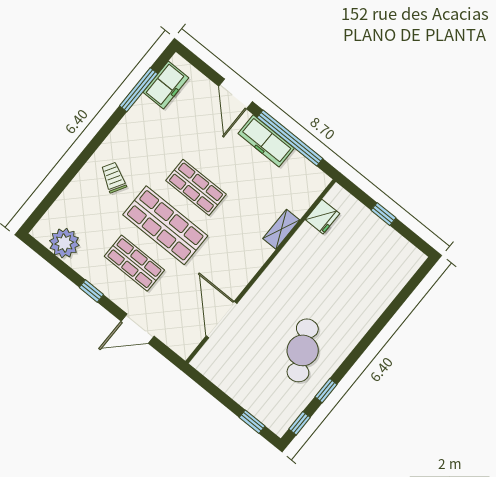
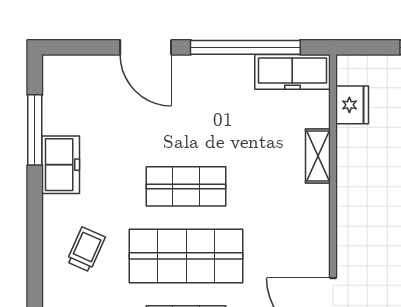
freezer: (166, 85) -> (61, 165), moved
freezer: (266, 141) -> (292, 72), moved
trolley: (114, 177) -> (86, 249), turned 84

